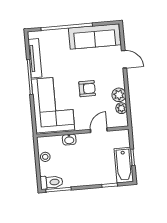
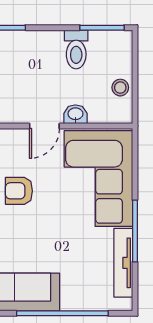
armchair: (87, 89) -> (19, 191), moved
door: (99, 130) -> (44, 126), moved
toilet: (51, 182) -> (76, 49), moved, turned -90

